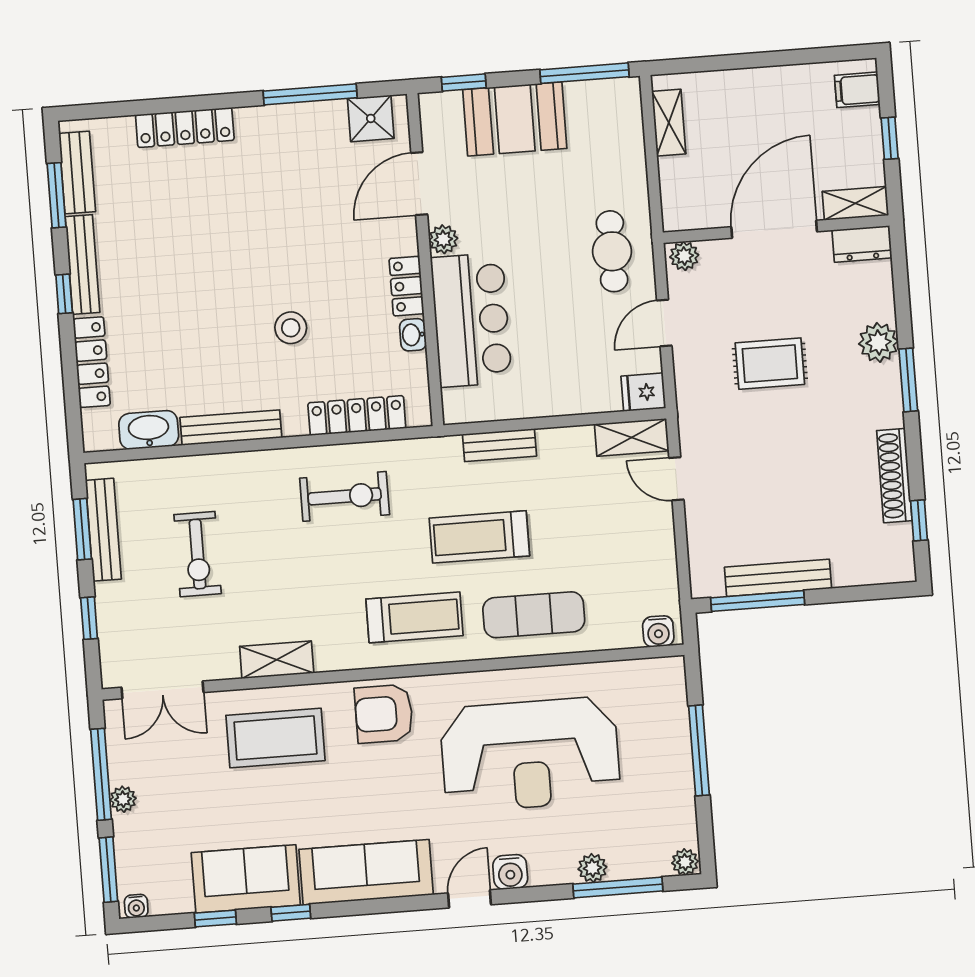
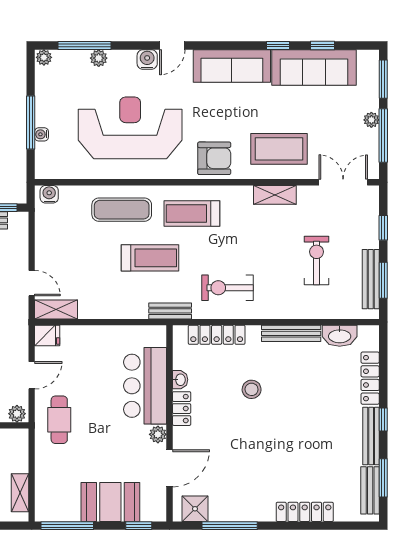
bench: (500, 445) -> (170, 311), moved
sofa: (246, 879) -> (314, 67), width x1.36
water cooler: (136, 906) -> (42, 134), moved, turned -90

